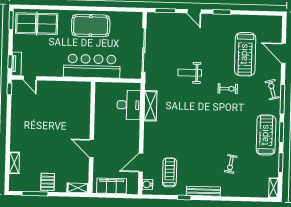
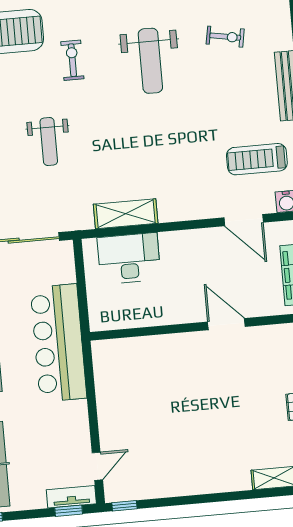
weight bench: (223, 126) -> (150, 61), added
door: (91, 148) -> (226, 324), swing flipped

